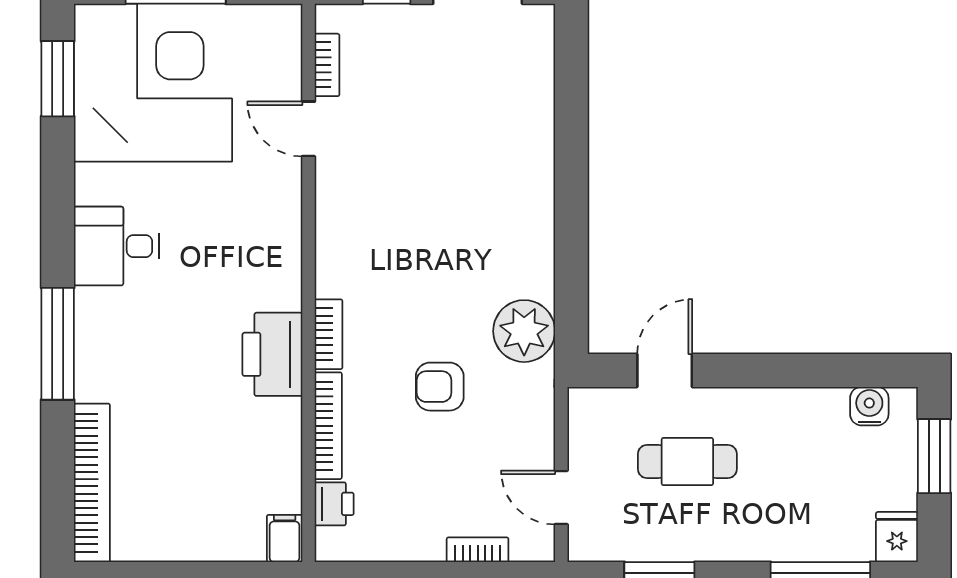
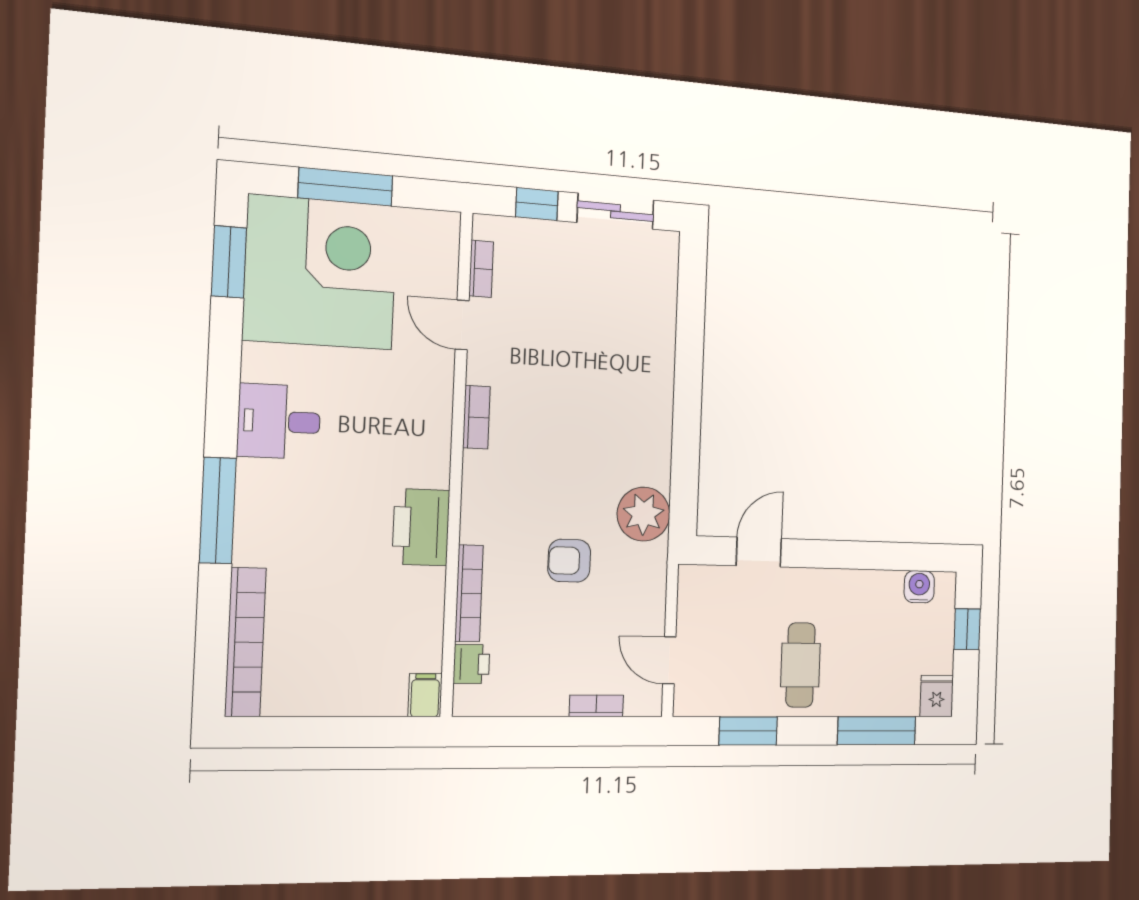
bookcase: (328, 334) -> (476, 417), moved
window: (934, 456) -> (967, 629), width x0.67
cafe table: (687, 462) -> (800, 665), moved, turned 90

